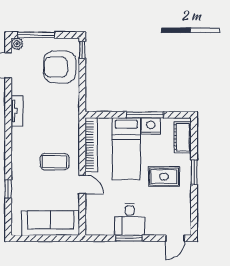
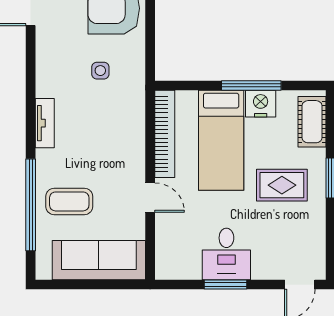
side table: (51, 106) -> (100, 71), added
tv unit: (17, 111) -> (45, 123), moved
coffee table: (55, 162) -> (69, 201), moved
window: (8, 189) -> (31, 205), width x3.17

